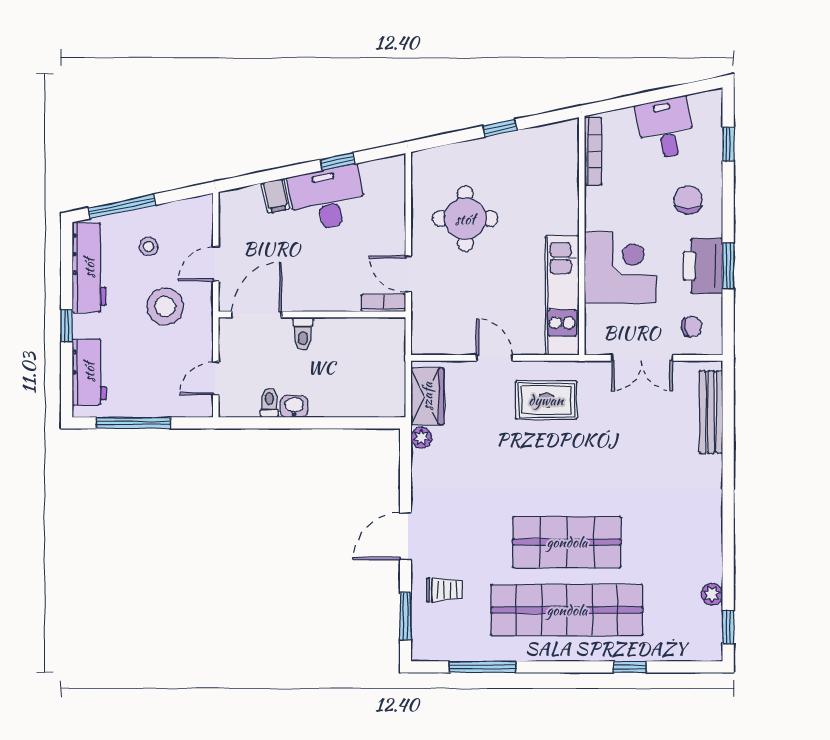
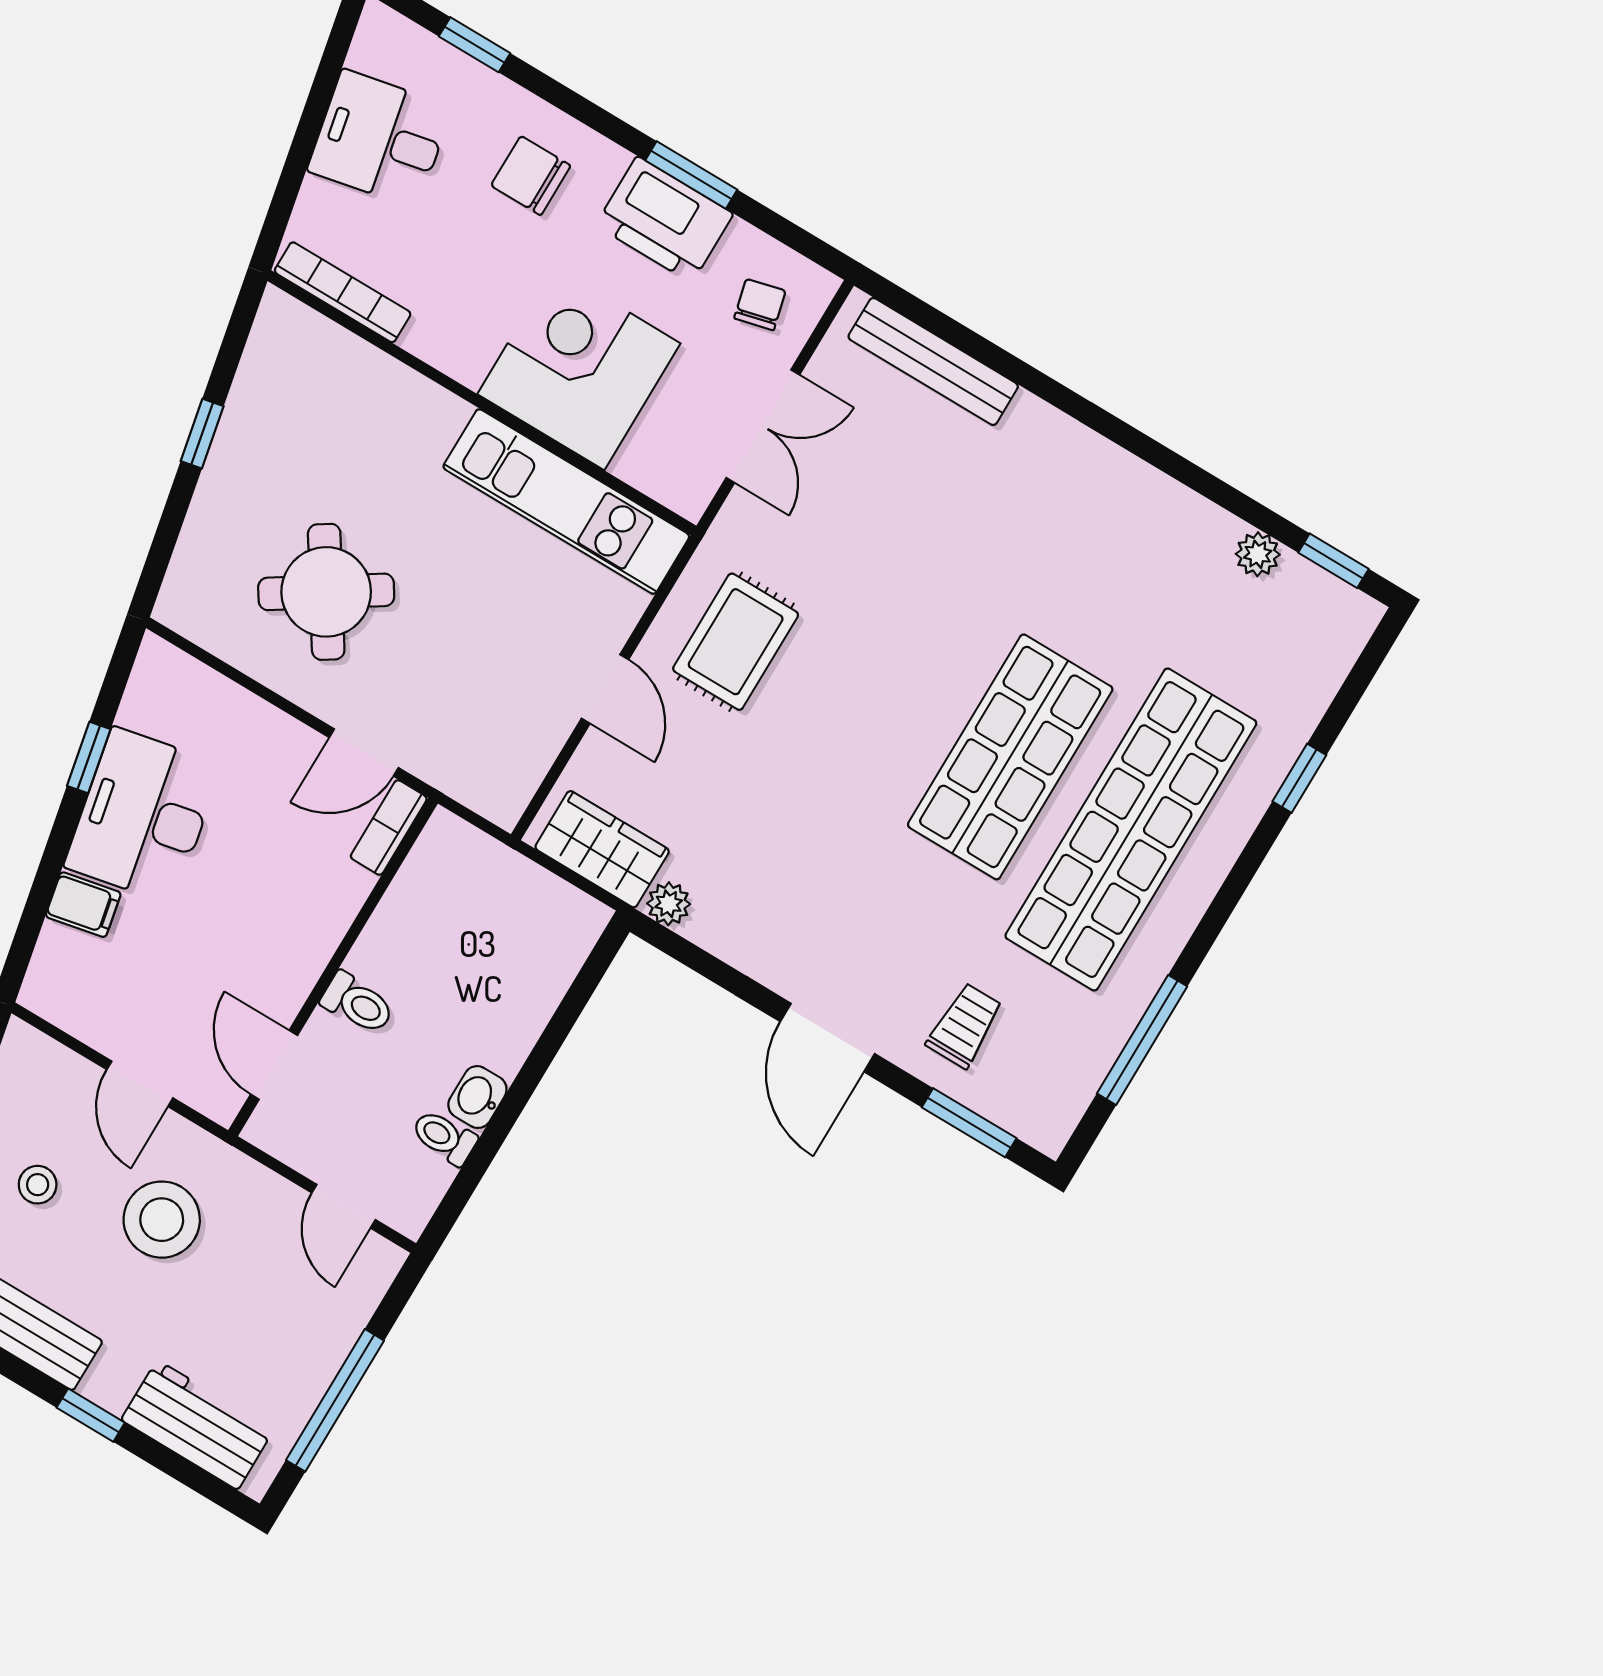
round table: (465, 219) -> (326, 592), turned -33
door: (257, 314) -> (274, 1065), width x0.73
door: (494, 358) -> (605, 689), swing flipped

